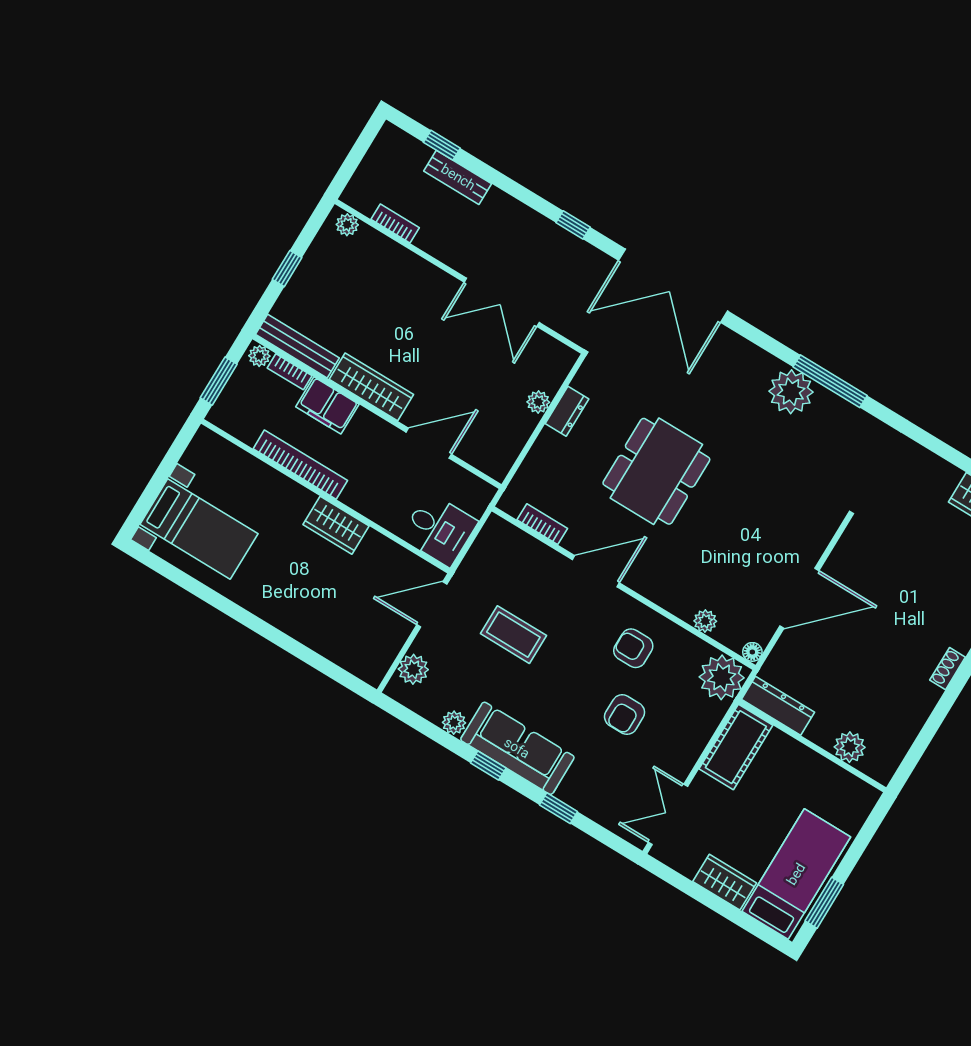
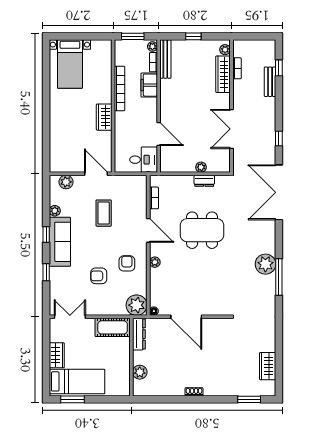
wardrobe: (371, 387) -> (223, 74), moved, turned 180
desk: (439, 529) -> (144, 160), moved, turned -90
plant: (705, 621) -> (155, 262), moved

